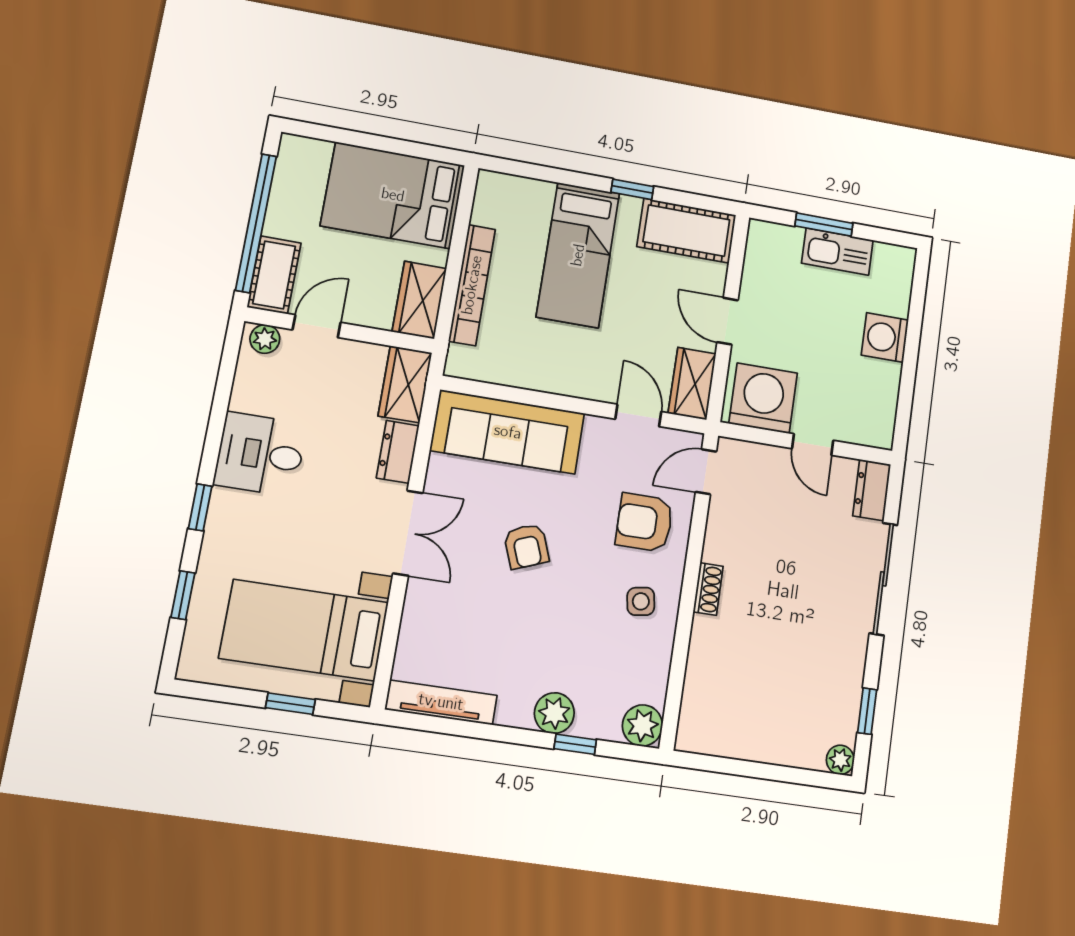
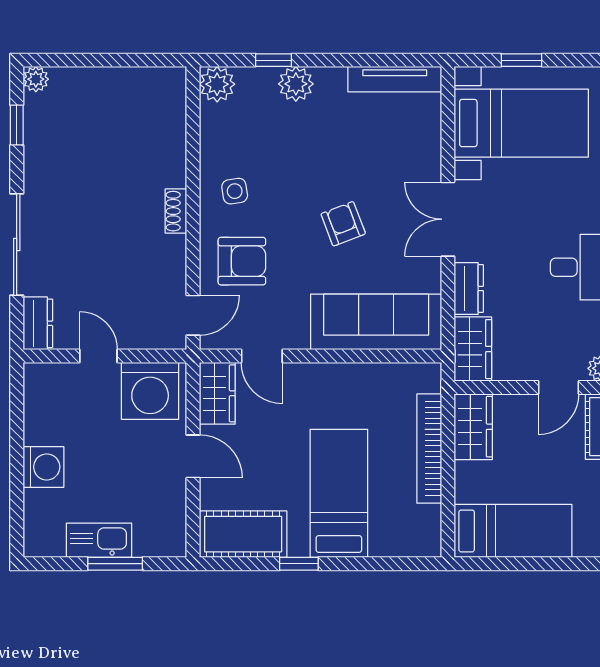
bed: (393, 195) -> (513, 531), width x0.67

